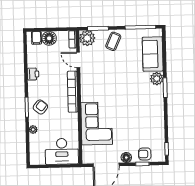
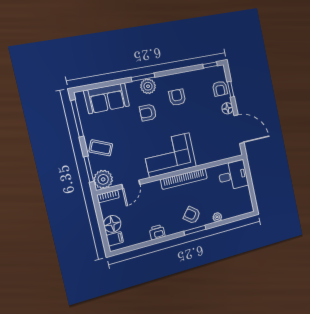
plant: (157, 79) -> (148, 86), moved
armchair: (135, 86) -> (148, 113), added
bookcase: (73, 92) -> (184, 179), moved
armchair: (144, 114) -> (177, 97), added
corner sofa: (97, 123) -> (169, 155), moved
desk: (62, 151) -> (233, 176), width x0.73

